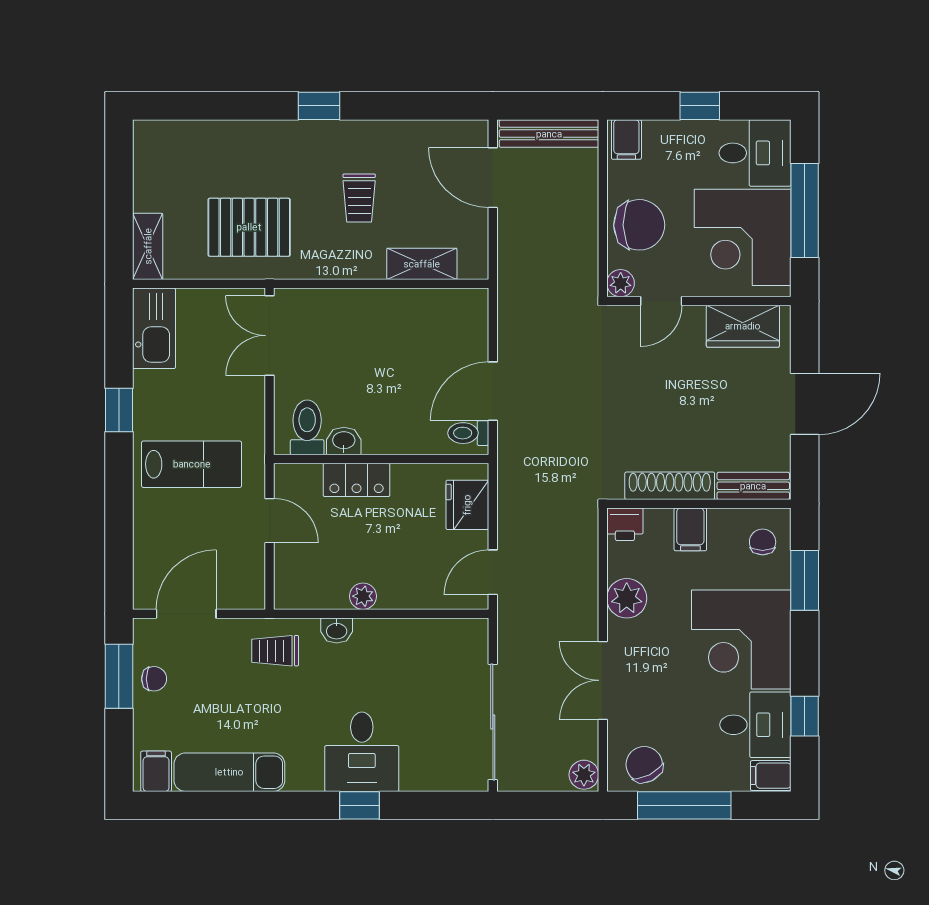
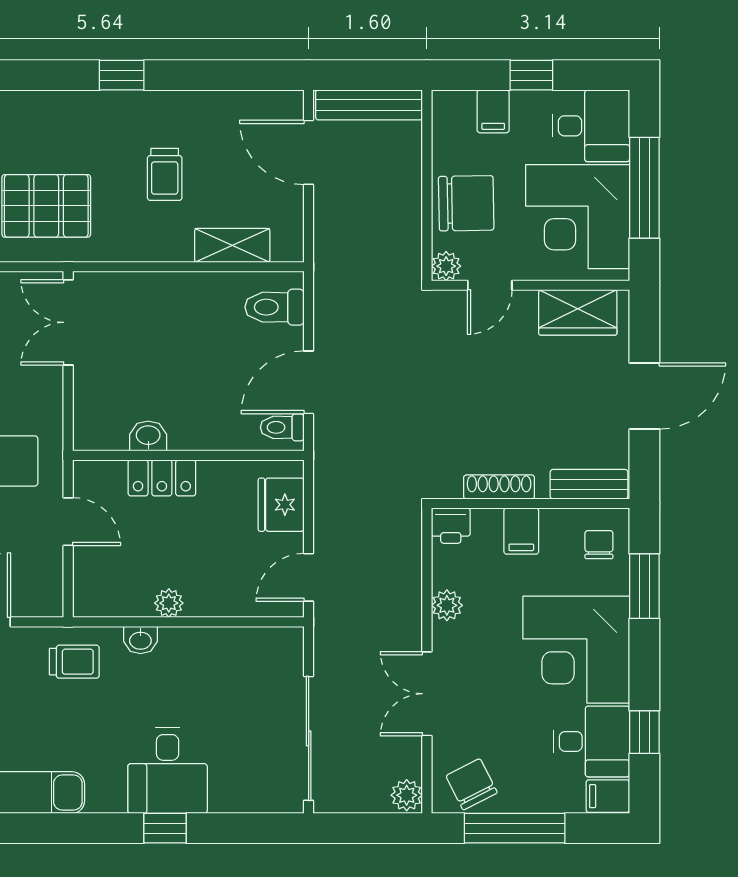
filing cabinet: (626, 140) -> (493, 111), moved
toilet: (307, 427) -> (275, 307), moved, turned -90
shoe rack: (670, 486) -> (499, 487), width x0.74, depth x0.81
plant: (627, 598) -> (447, 605), width x0.73, depth x0.73
trolley: (275, 651) -> (74, 662), turned 180

